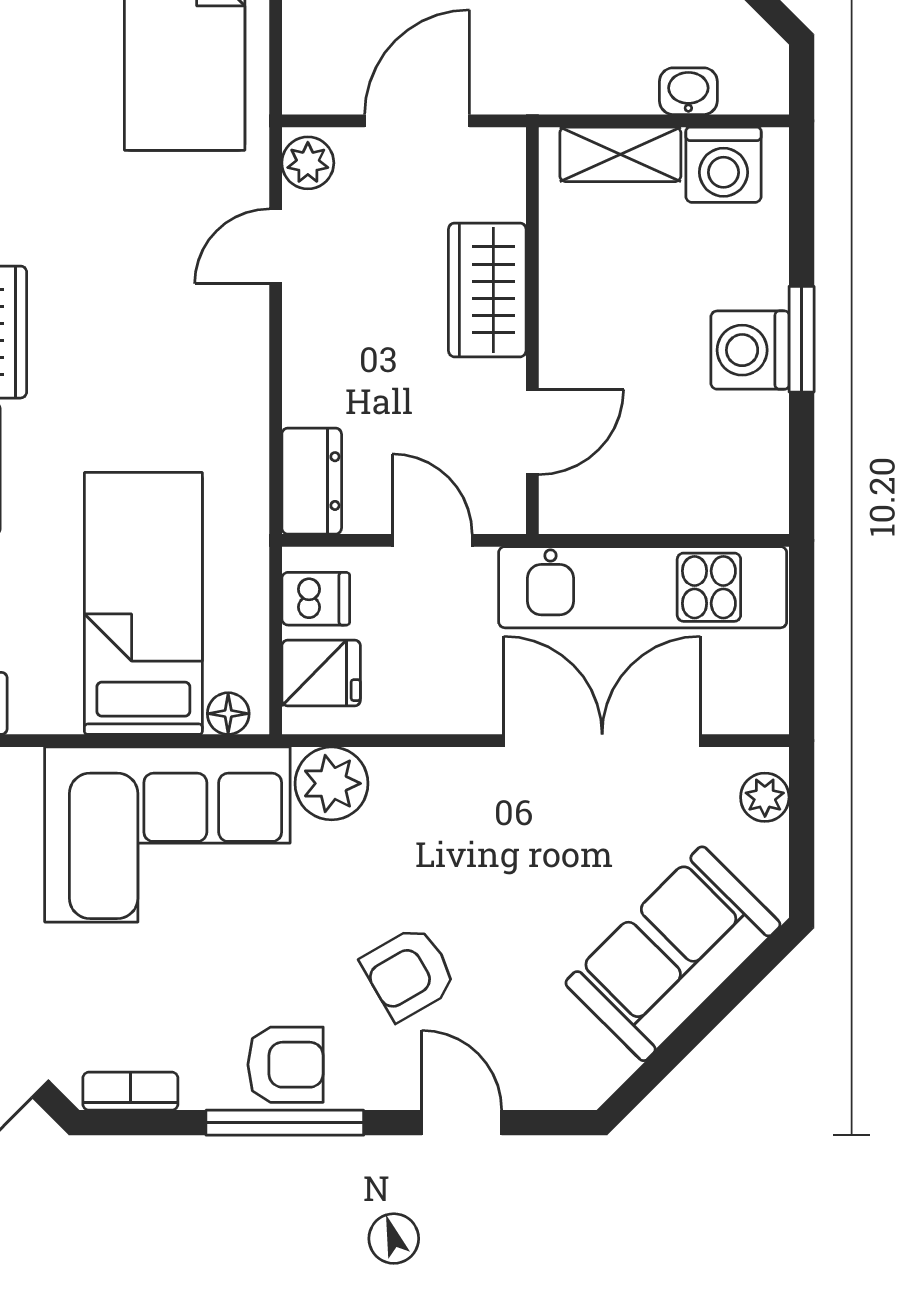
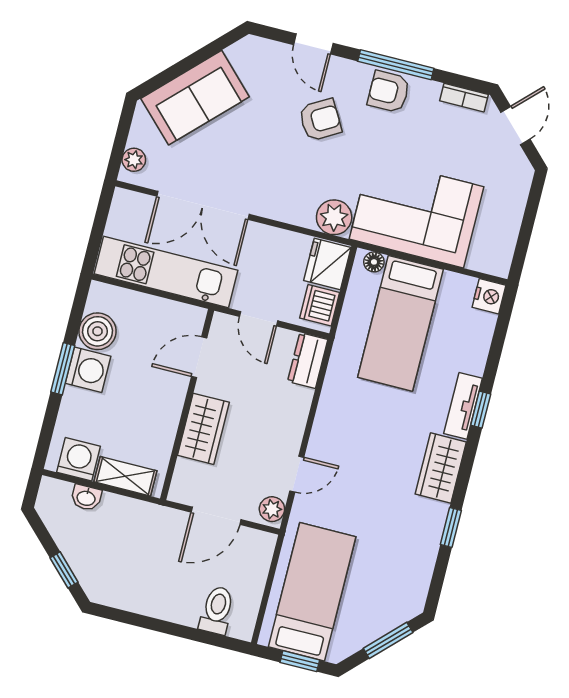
boiler: (751, 433) -> (97, 331), added
dishwasher: (316, 599) -> (320, 305), width x1.38
fridge: (321, 673) -> (327, 264), width x1.38

